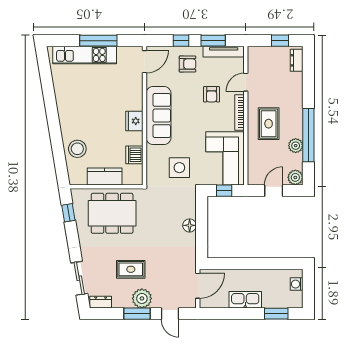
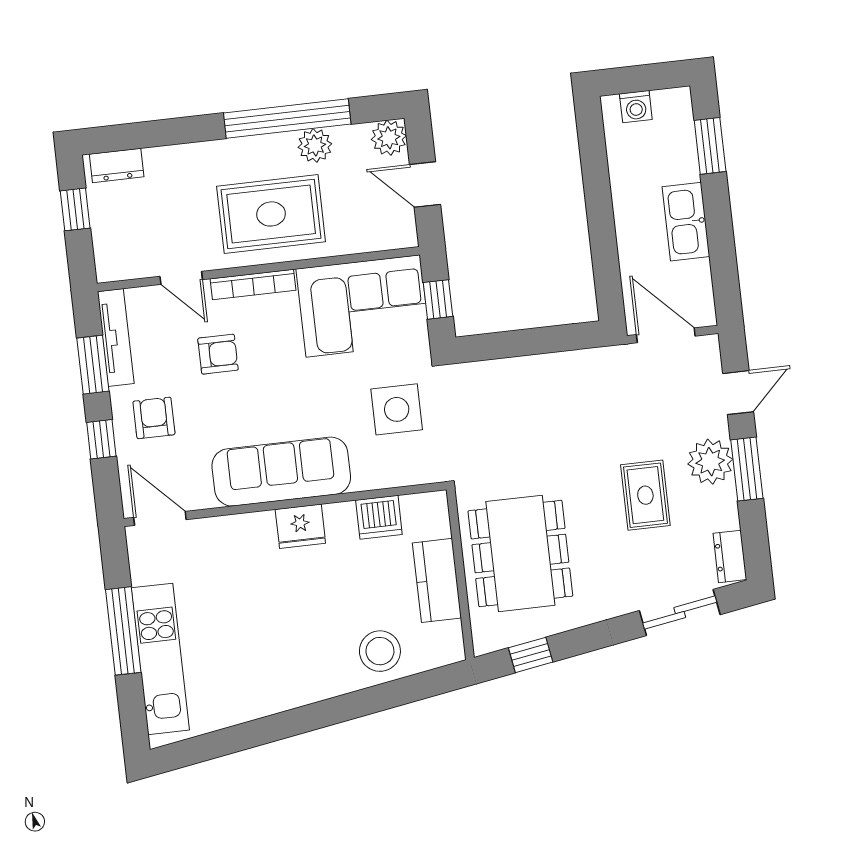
rug: (269, 124) -> (271, 214), width x1.36, depth x1.43
floor lamp: (190, 225) -> (528, 371), removed

